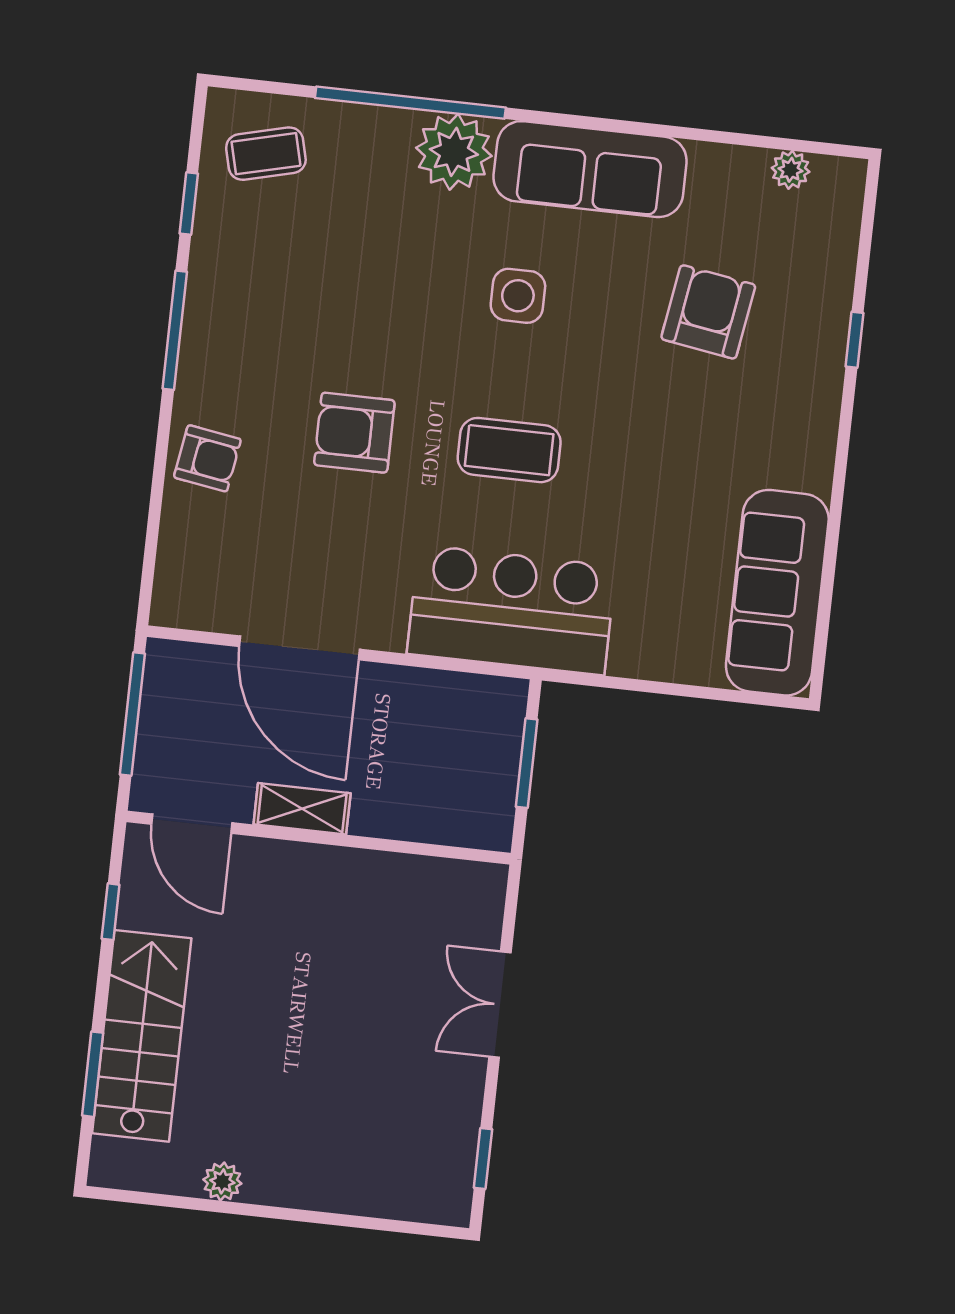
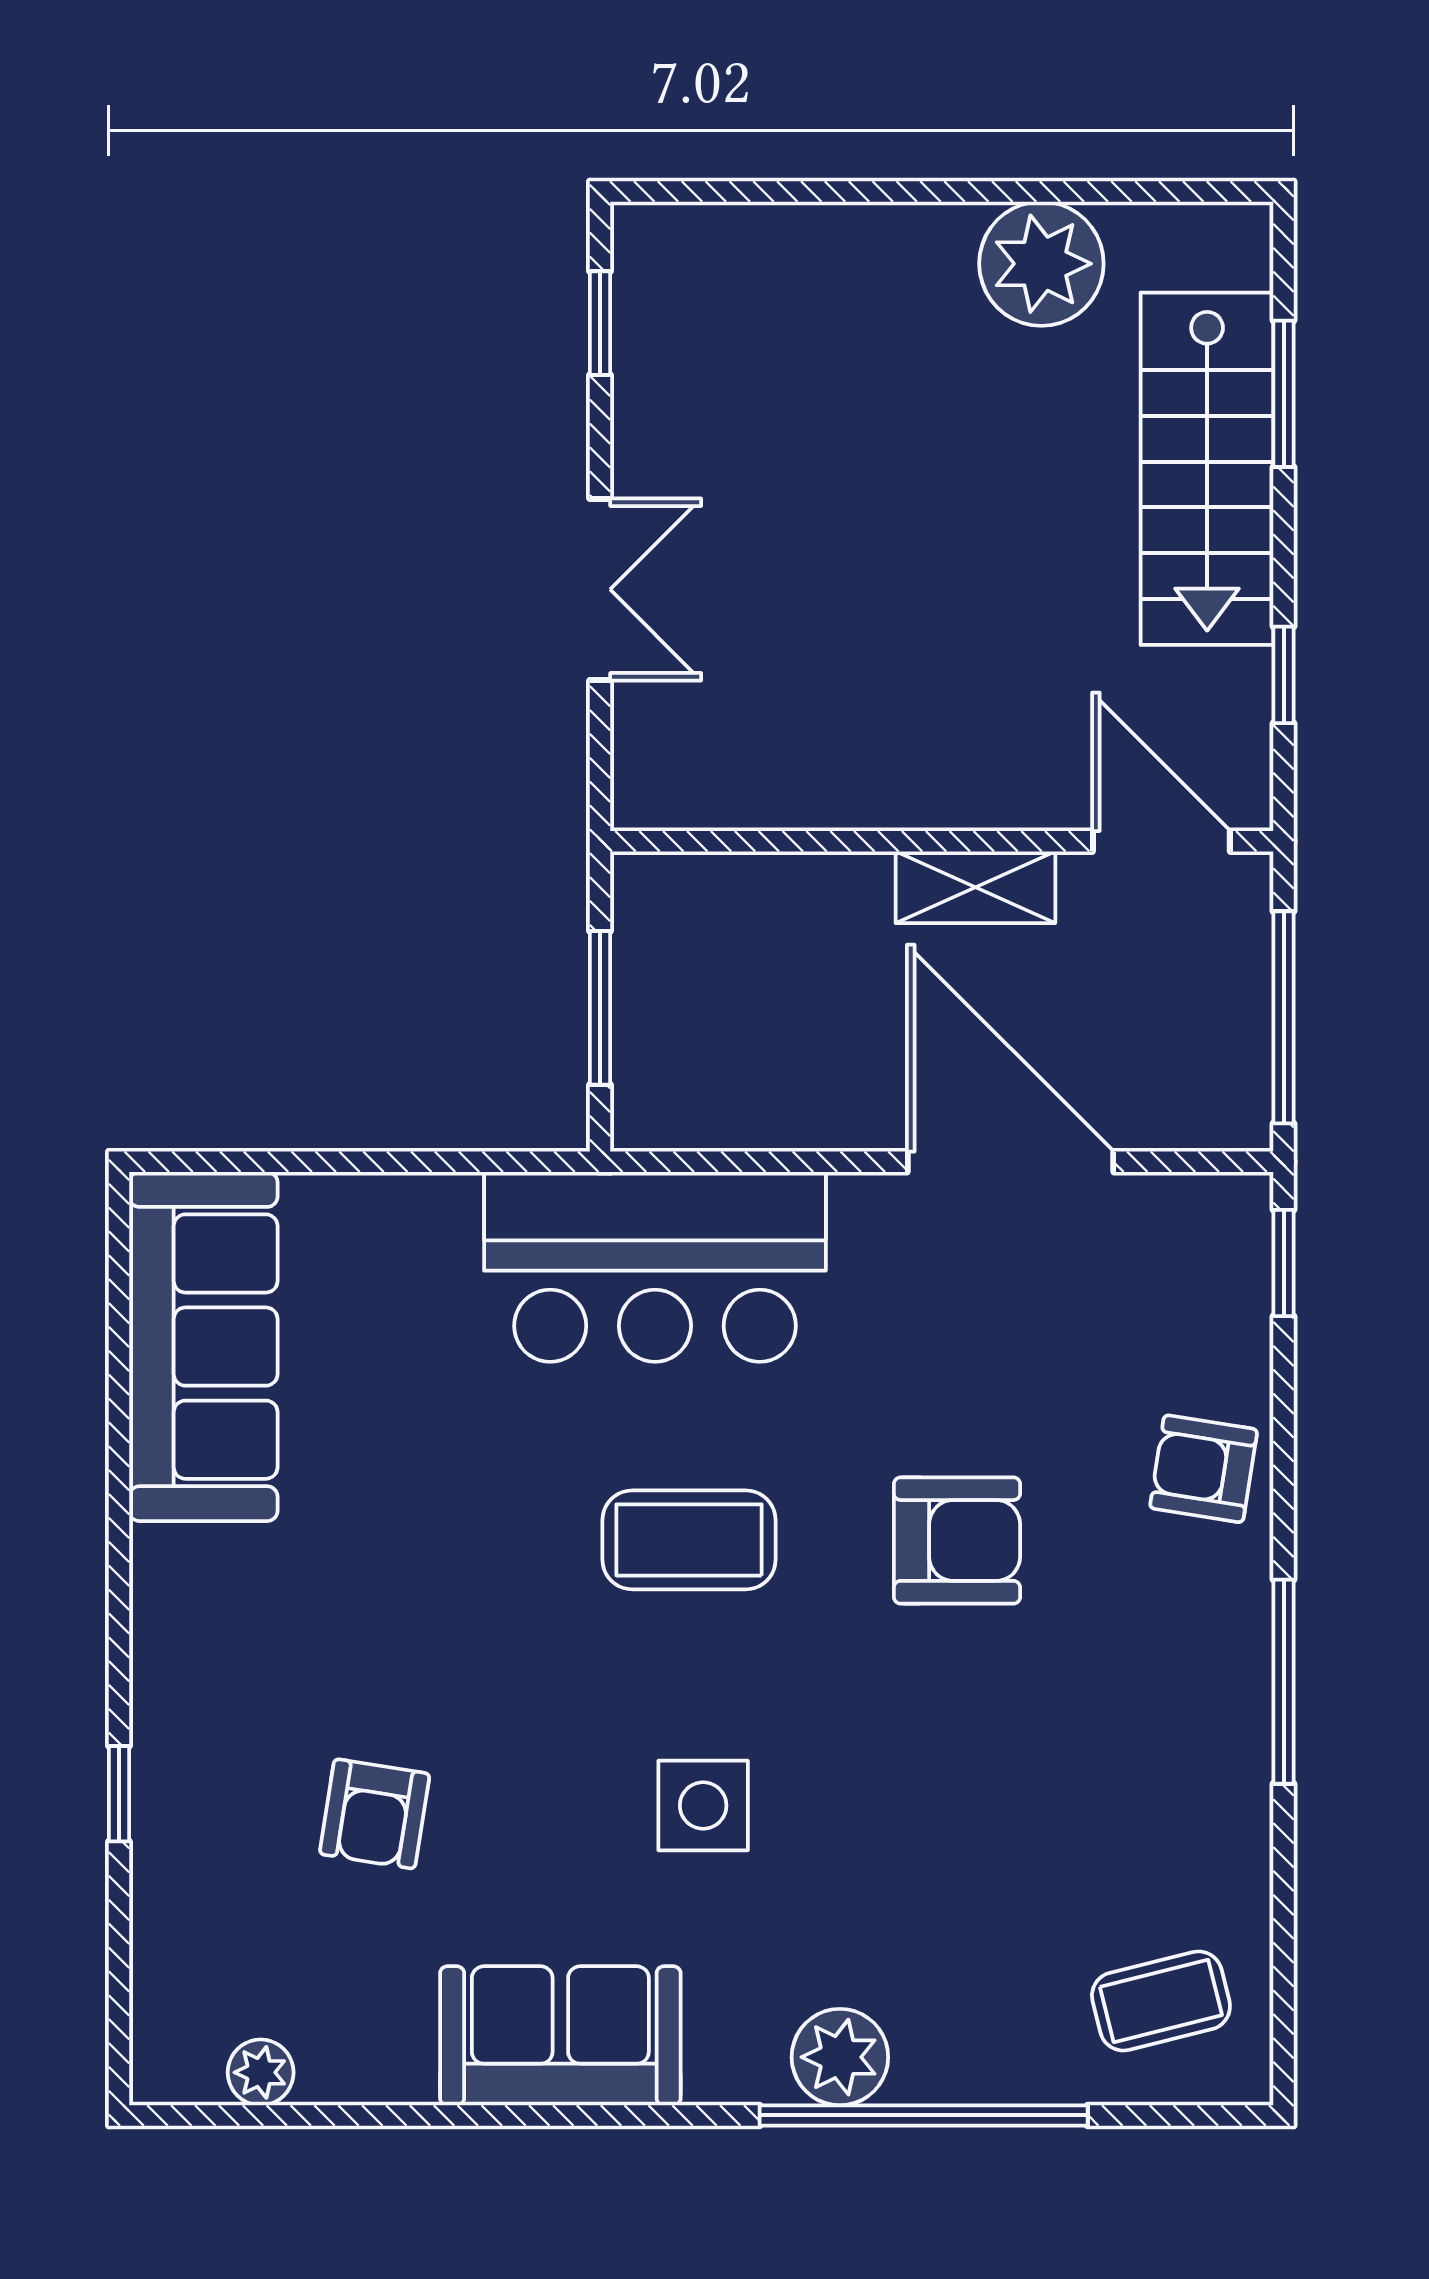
plant: (454, 152) -> (840, 2057), width x0.73, depth x0.73
sofa: (590, 169) -> (560, 2036), width x0.73
window: (189, 203) -> (1284, 1263), moved
armchair: (708, 312) -> (375, 1814), width x0.72, depth x0.72
plant: (222, 1181) -> (1041, 264), width x1.87, depth x1.87

